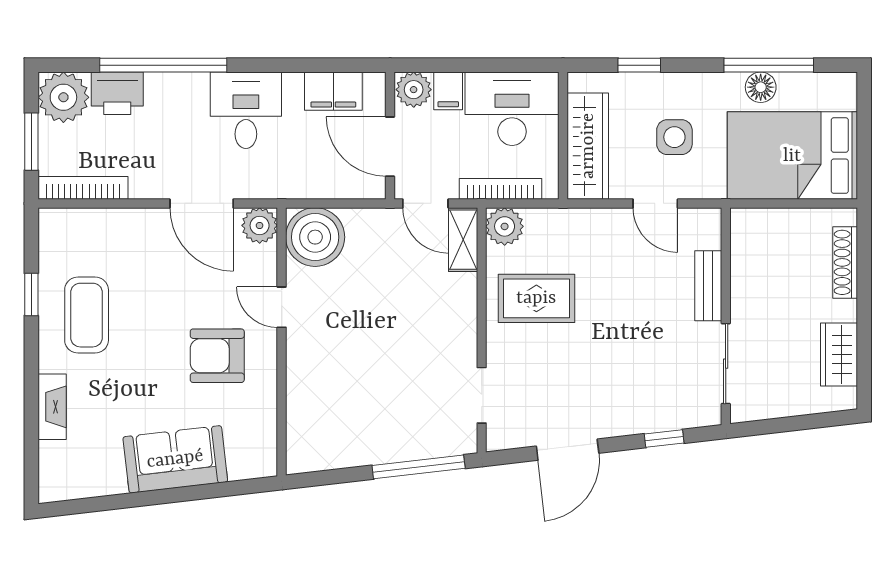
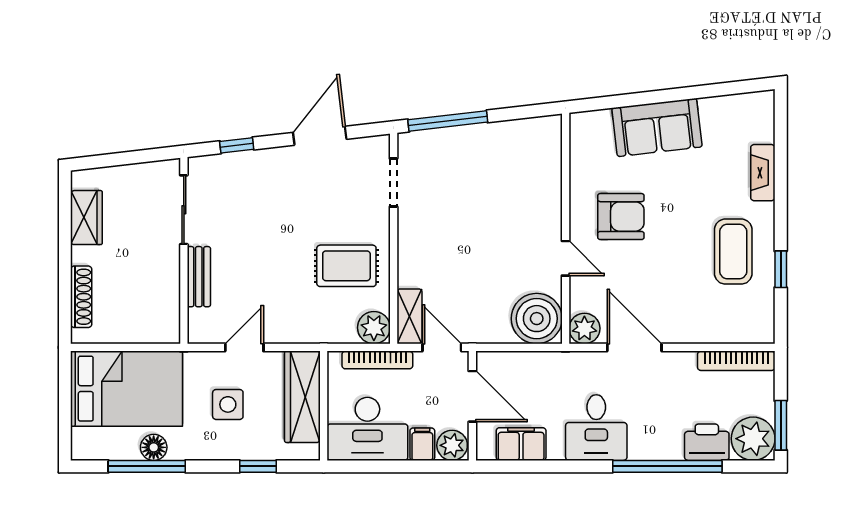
window: (31, 142) -> (781, 425), moved
door: (655, 203) -> (244, 347), hinge flipped

